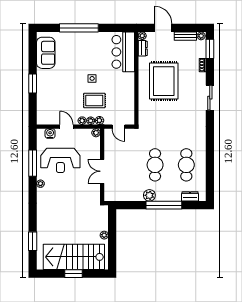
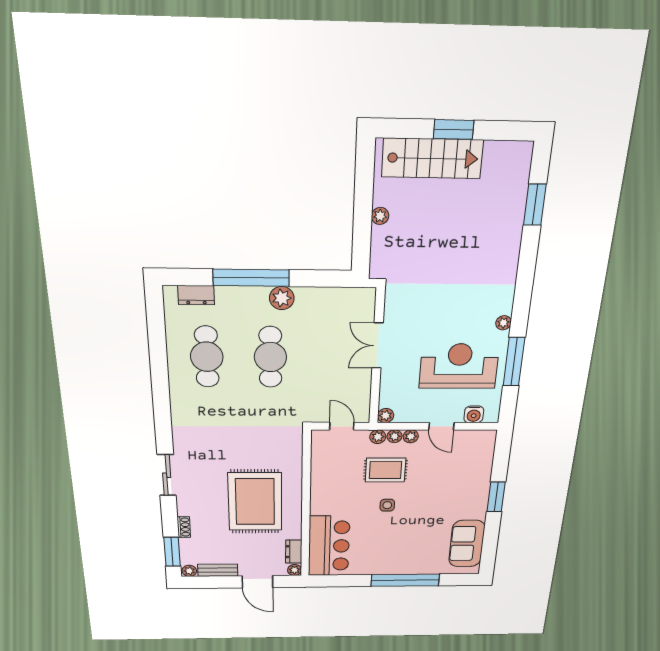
double door: (102, 171) -> (378, 346), swing flipped
stairs: (74, 257) -> (432, 158), width x0.73, depth x0.66

